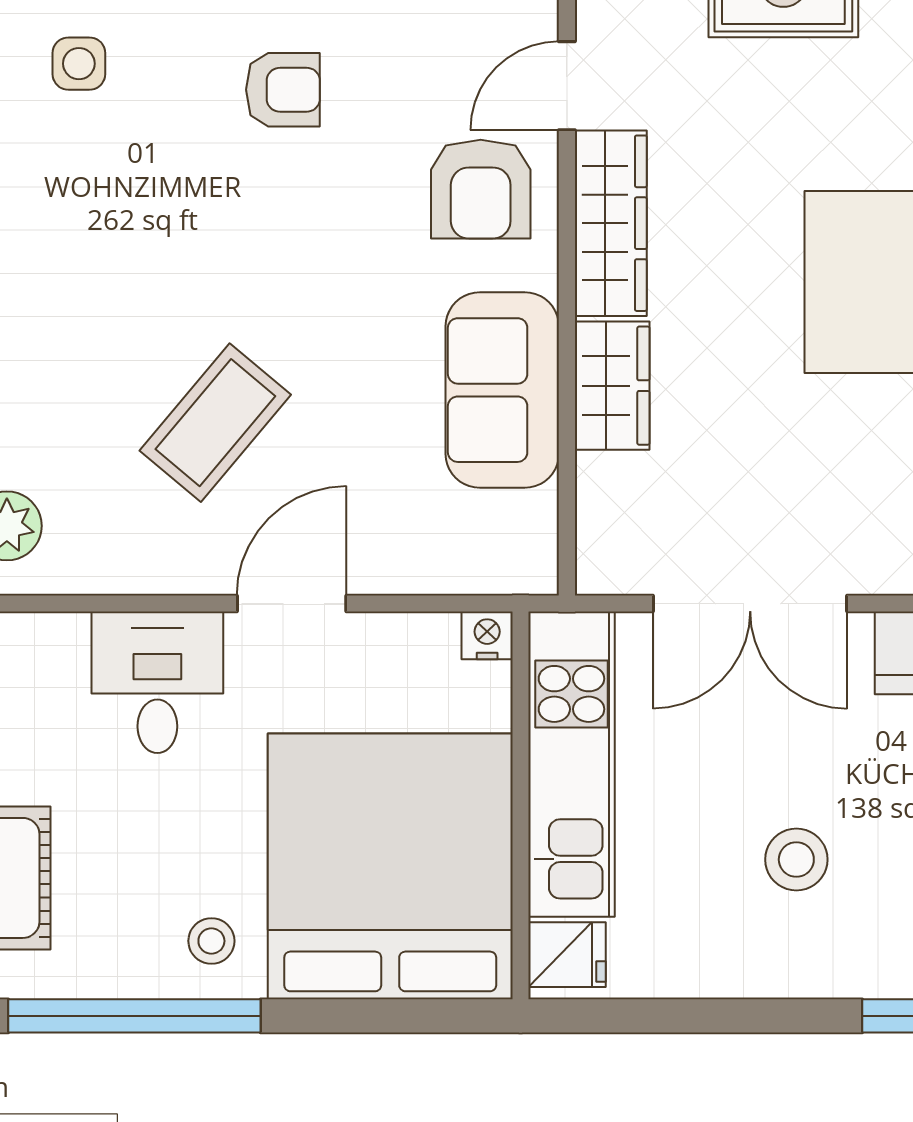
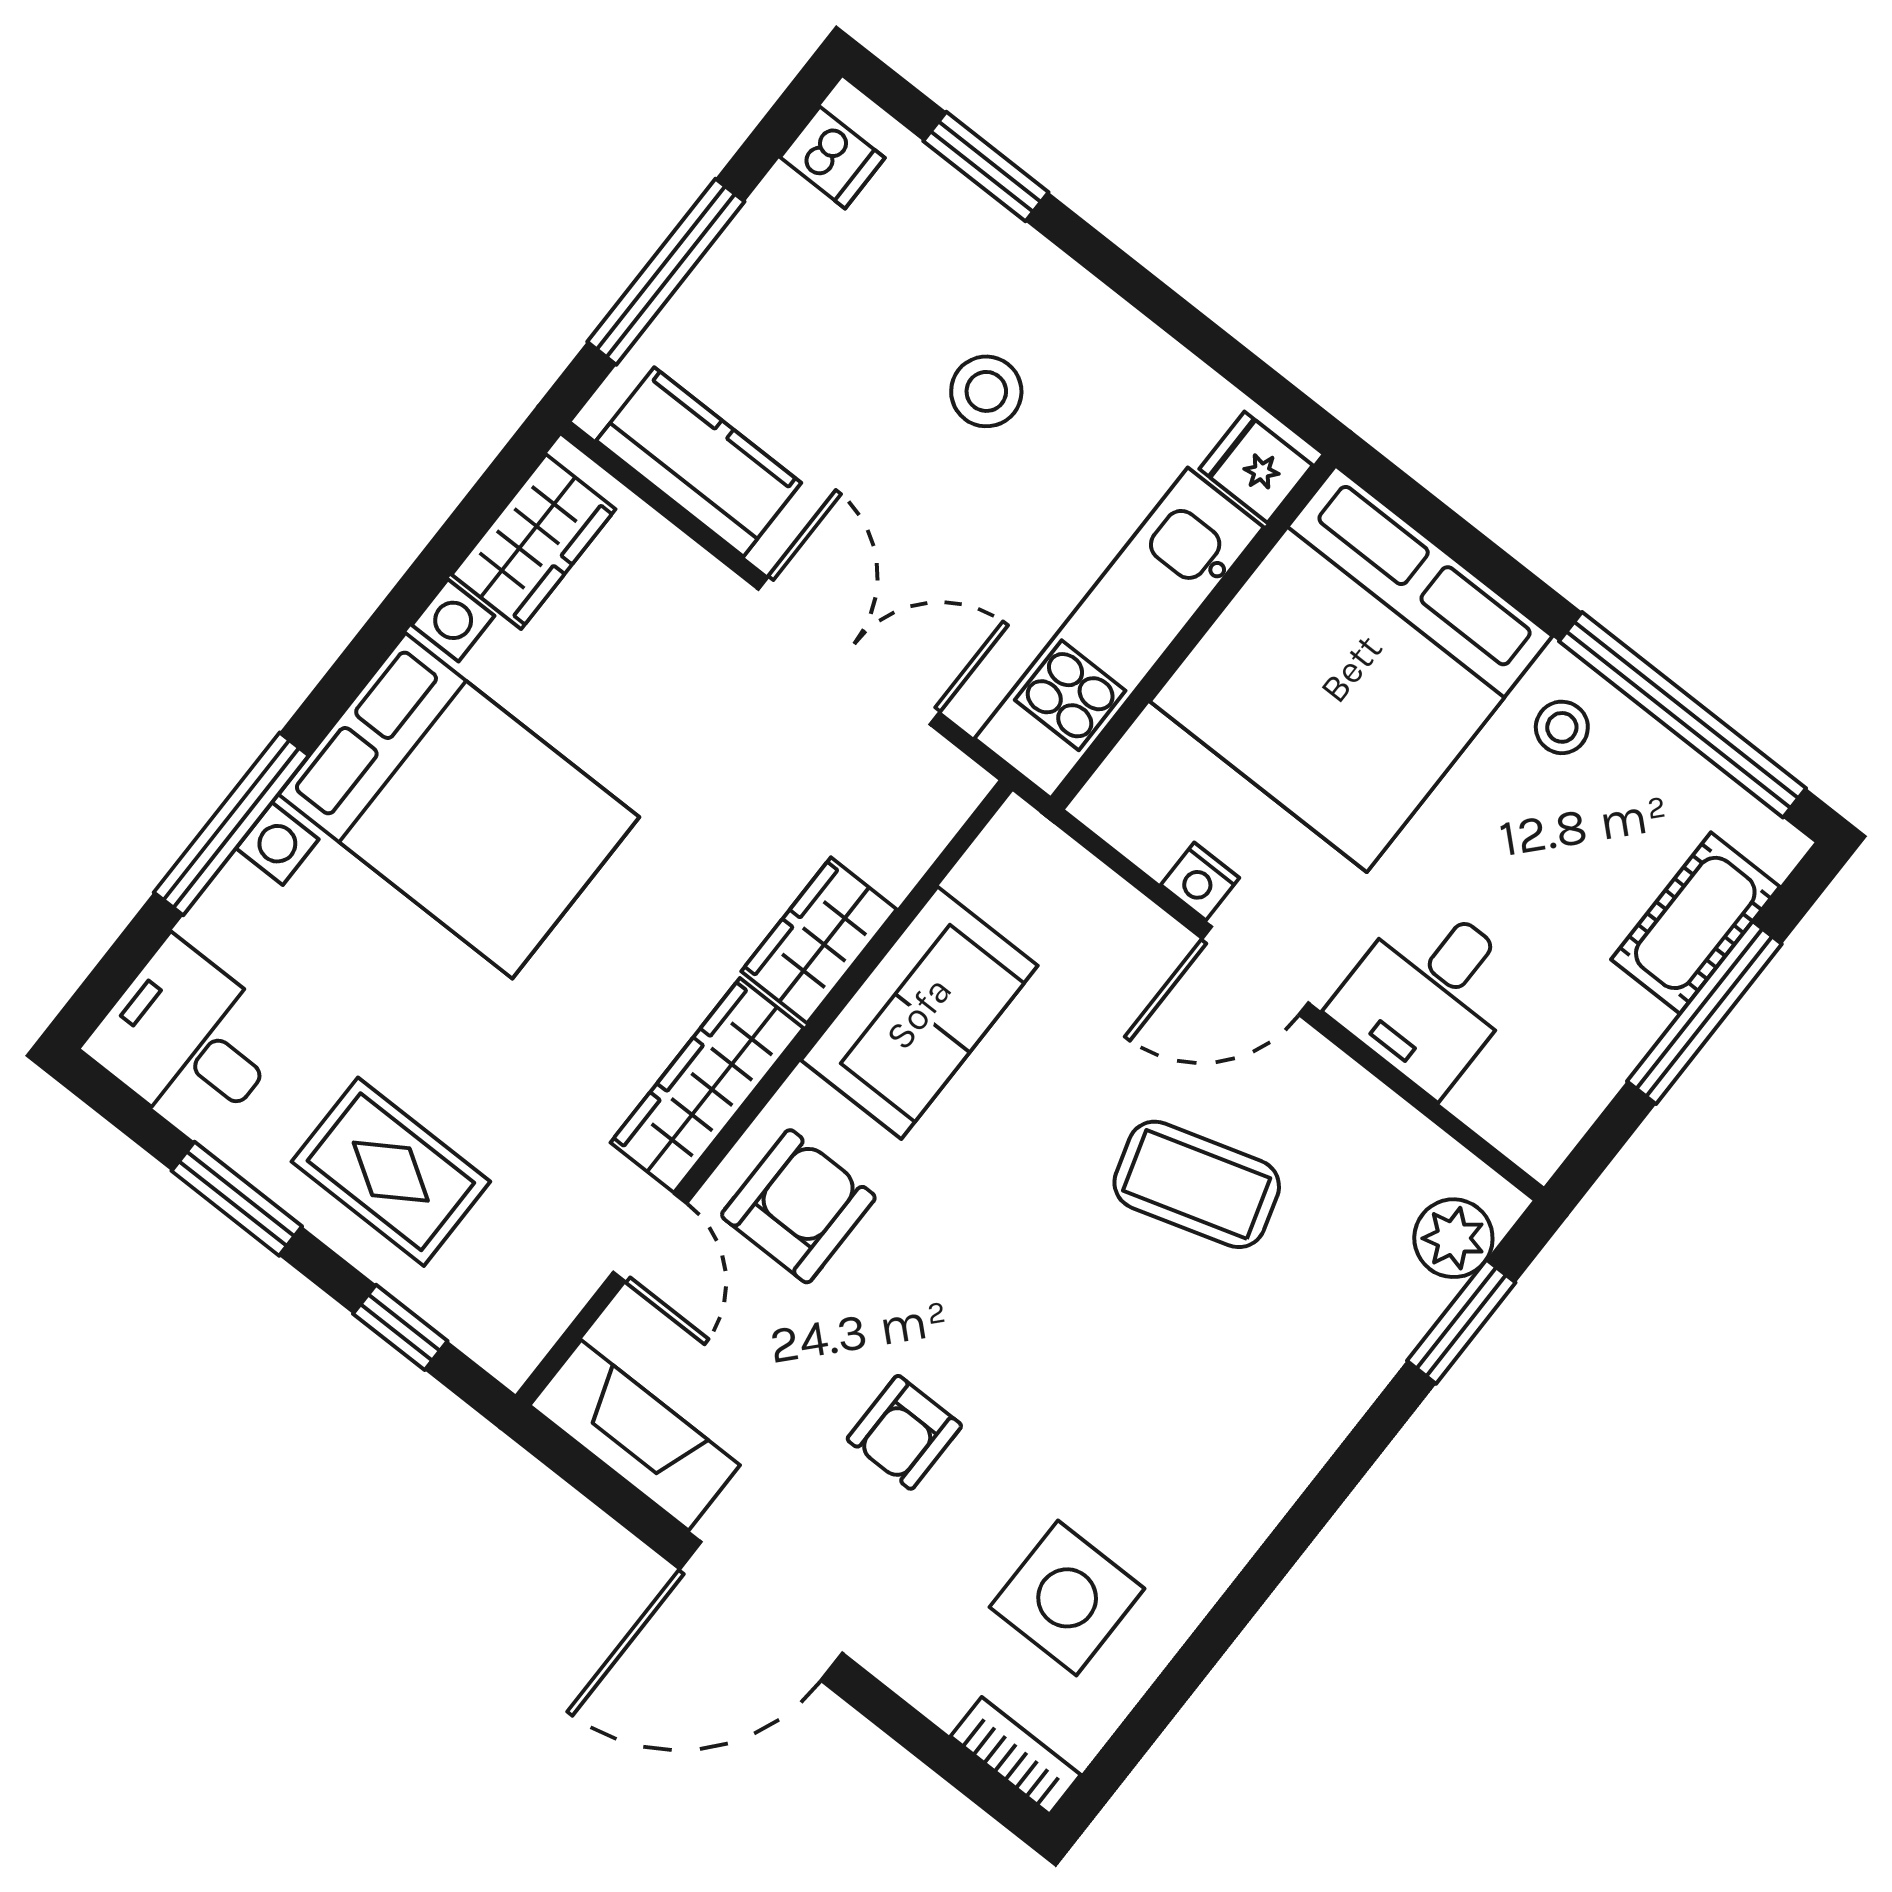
side table: (79, 64) -> (1067, 1598), width x1.87, depth x1.87
door: (567, 86) -> (650, 1238), hinge flipped
armchair: (283, 90) -> (904, 1432), turned -90
coffee table: (215, 423) -> (1197, 1184), turned 33
nightstand: (487, 635) -> (1200, 881), moved

